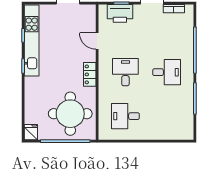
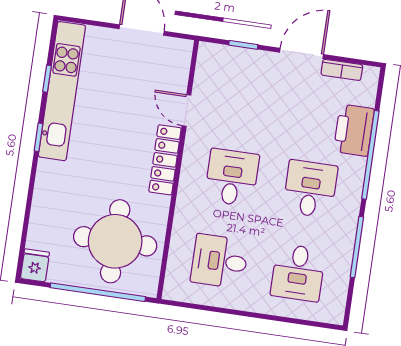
printer: (120, 13) -> (354, 130), moved, turned 90
desk: (167, 72) -> (310, 189), turned -90
locker: (90, 74) -> (165, 160), width x1.53
desk: (167, 116) -> (298, 273), added

